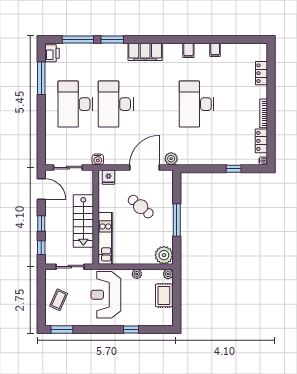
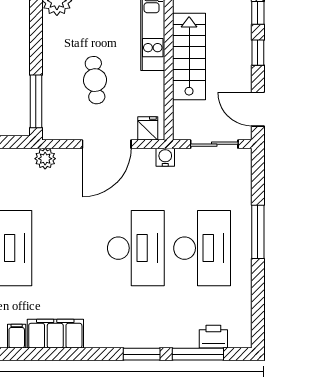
filing cabinet: (145, 52) -> (55, 334), moved
printer: (52, 53) -> (213, 337), moved, turned 90
window: (41, 78) -> (258, 232), moved
door: (144, 168) -> (107, 144), moved
cafe table: (141, 207) -> (95, 80), turned 43
window: (177, 220) -> (36, 101), moved

